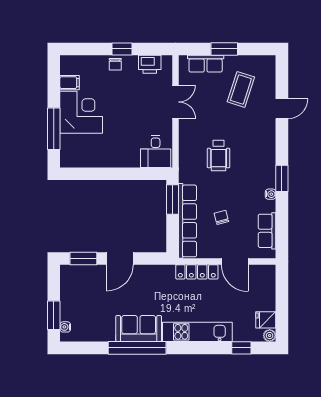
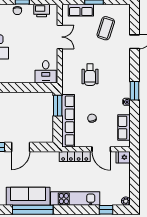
fridge: (266, 320) -> (123, 157), moved
sofa: (139, 329) -> (28, 196), width x1.36

